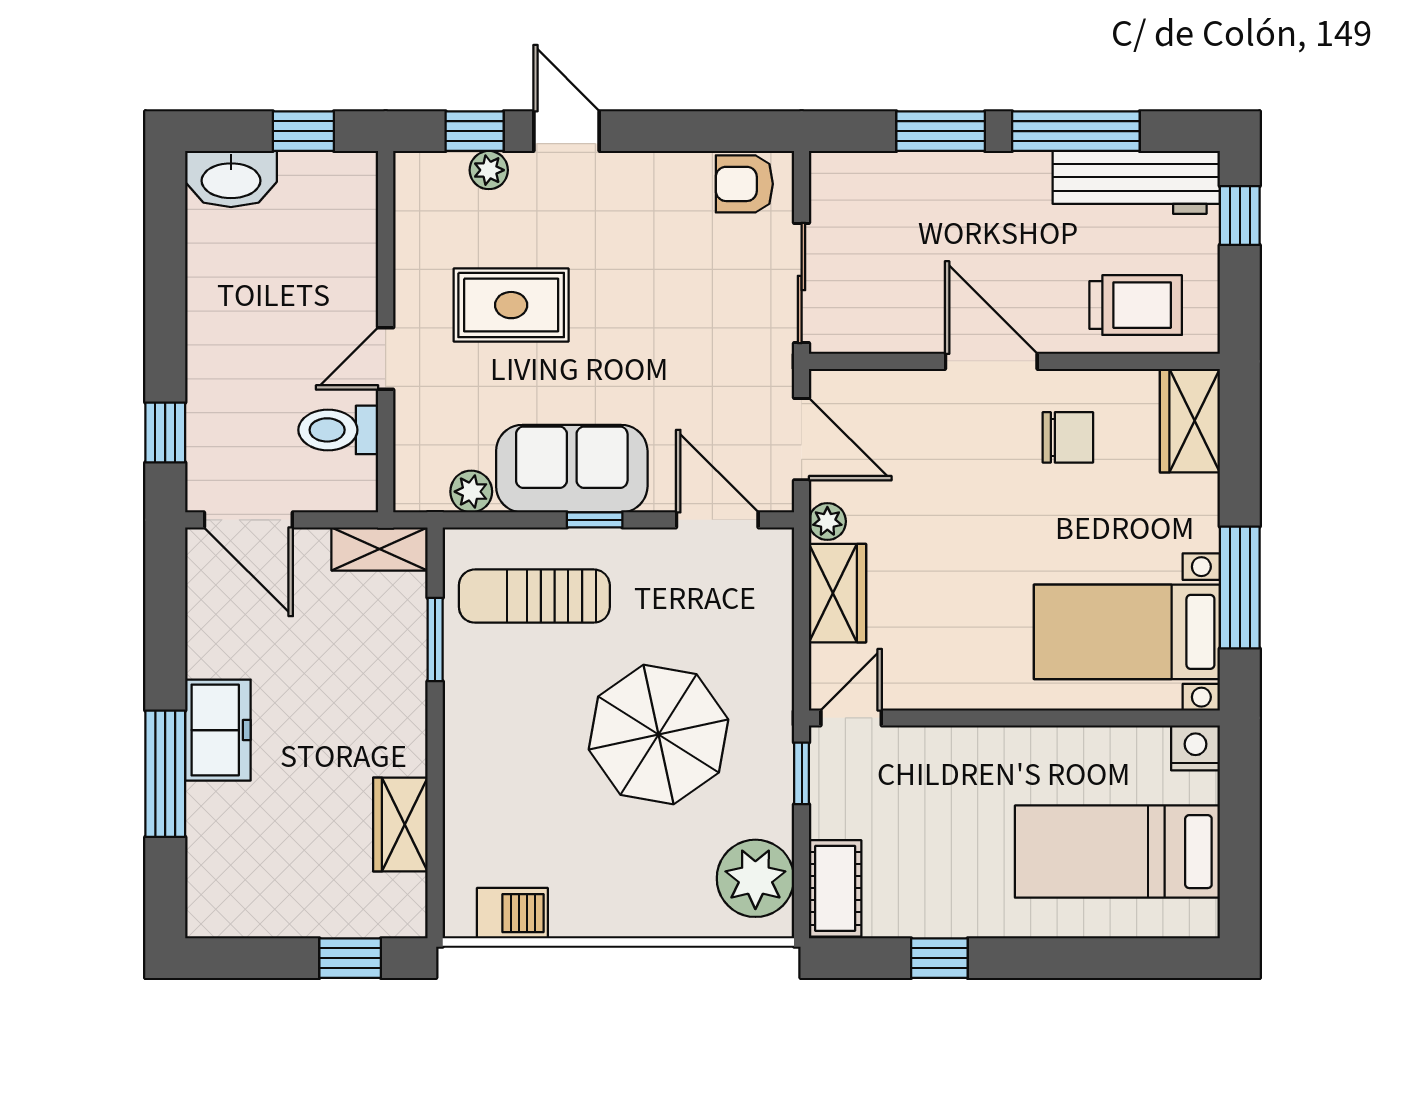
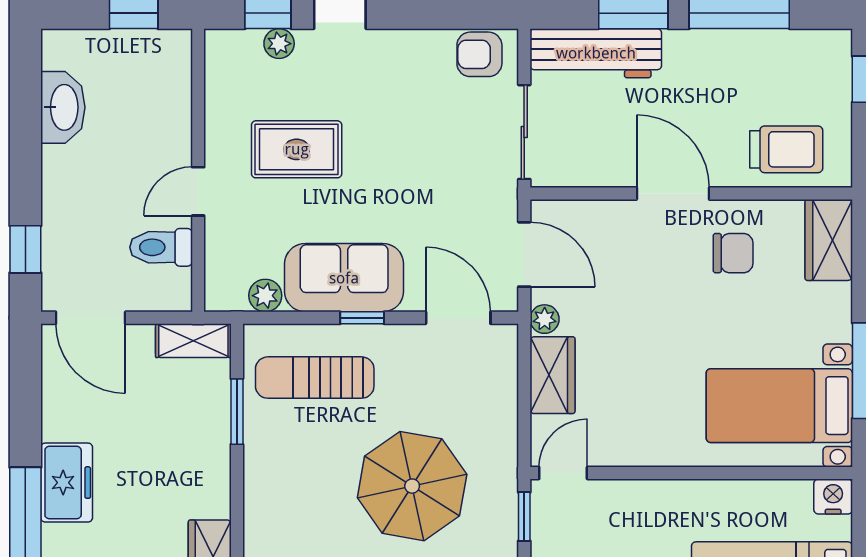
washbasin: (231, 179) -> (63, 107), moved, turned -90
workbench: (1136, 182) -> (596, 53), moved

